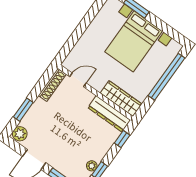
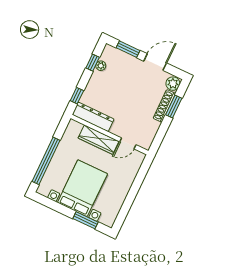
shoe rack: (52, 85) -> (164, 106), moved
wardrobe: (121, 99) -> (98, 140), moved

